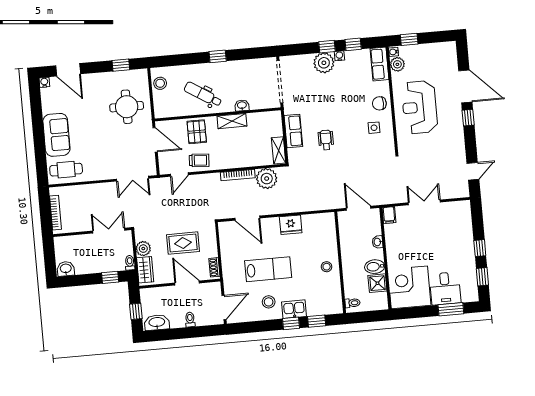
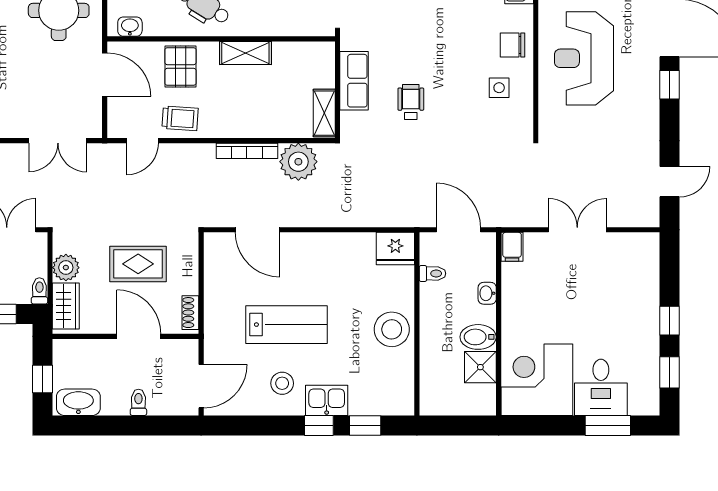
washbasin: (242, 105) -> (130, 27), moved
fridge: (291, 225) -> (395, 249), moved
stool: (327, 267) -> (392, 329), width x1.89, depth x1.89
toilet: (353, 303) -> (432, 273), moved

